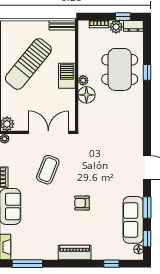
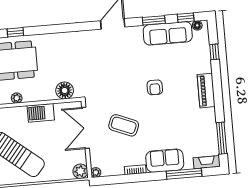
barbecue: (67, 76) -> (41, 113), moved
plant: (83, 80) -> (17, 98), moved
floor lamp: (86, 95) -> (65, 90), moved

